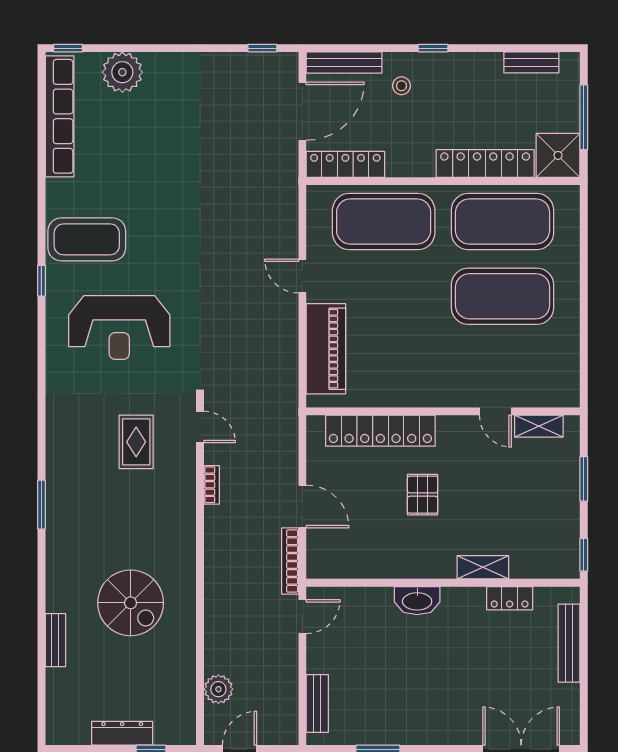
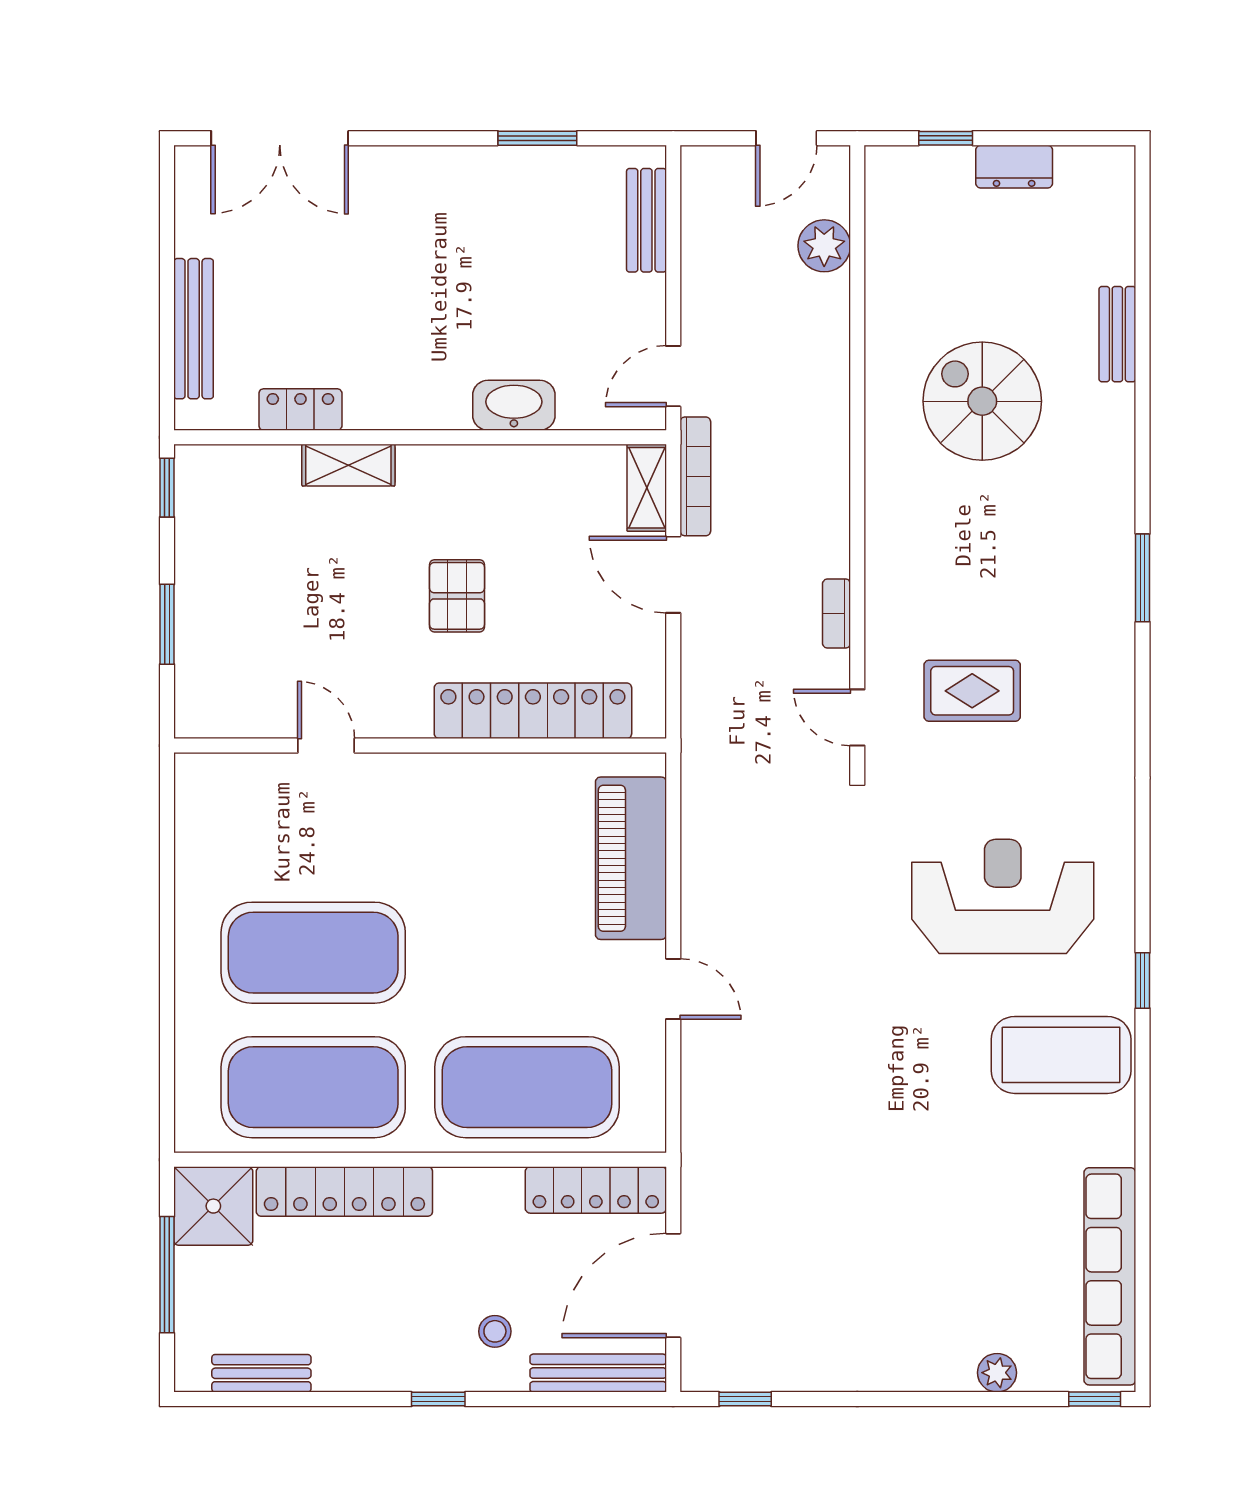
plant: (122, 72) -> (997, 1373), width x0.53, depth x0.53
shelving: (539, 426) -> (647, 488), moved, turned 90
rug: (136, 442) -> (972, 691), turned 90
washbasin: (417, 601) -> (514, 405), moved
dresser: (122, 733) -> (1014, 167), width x0.70

